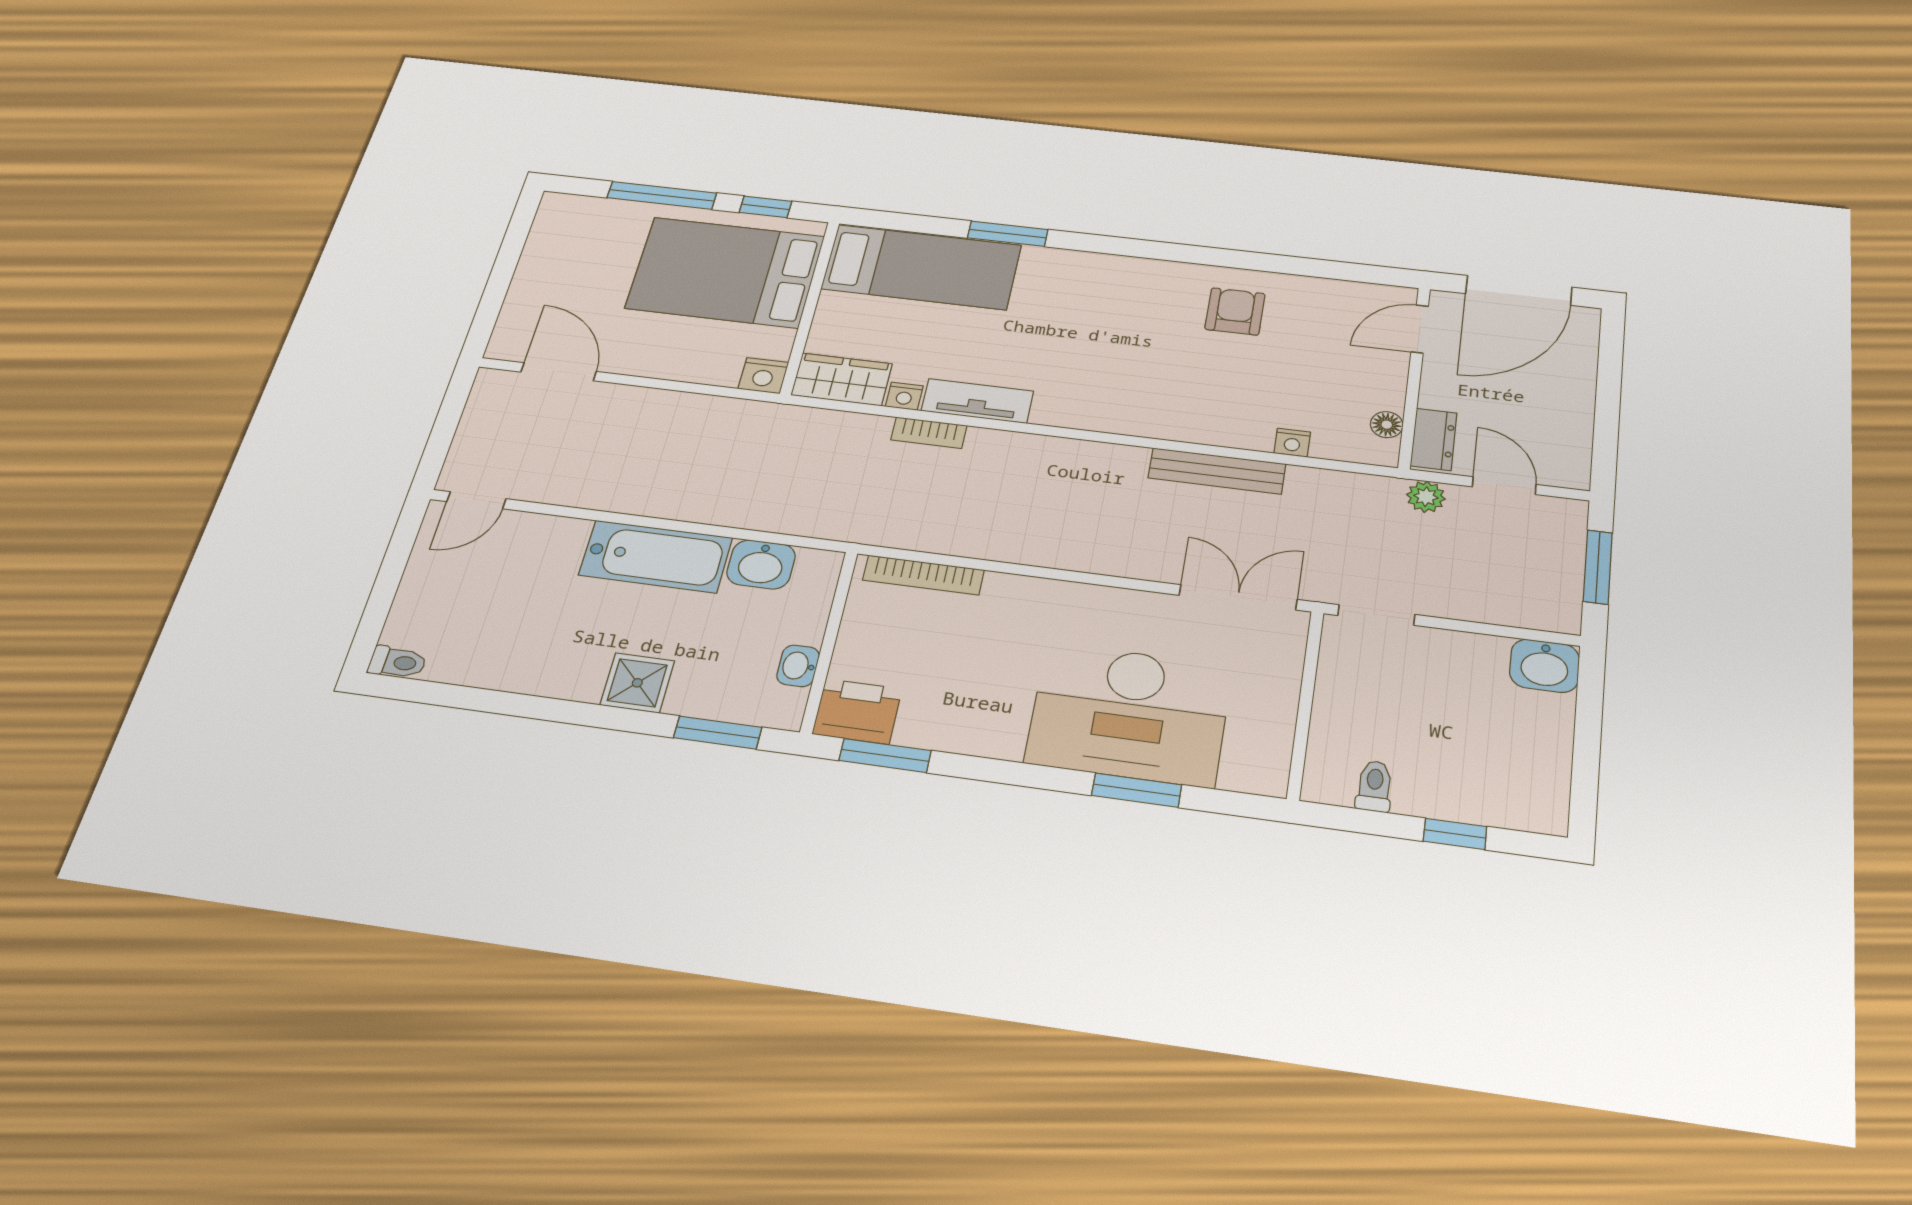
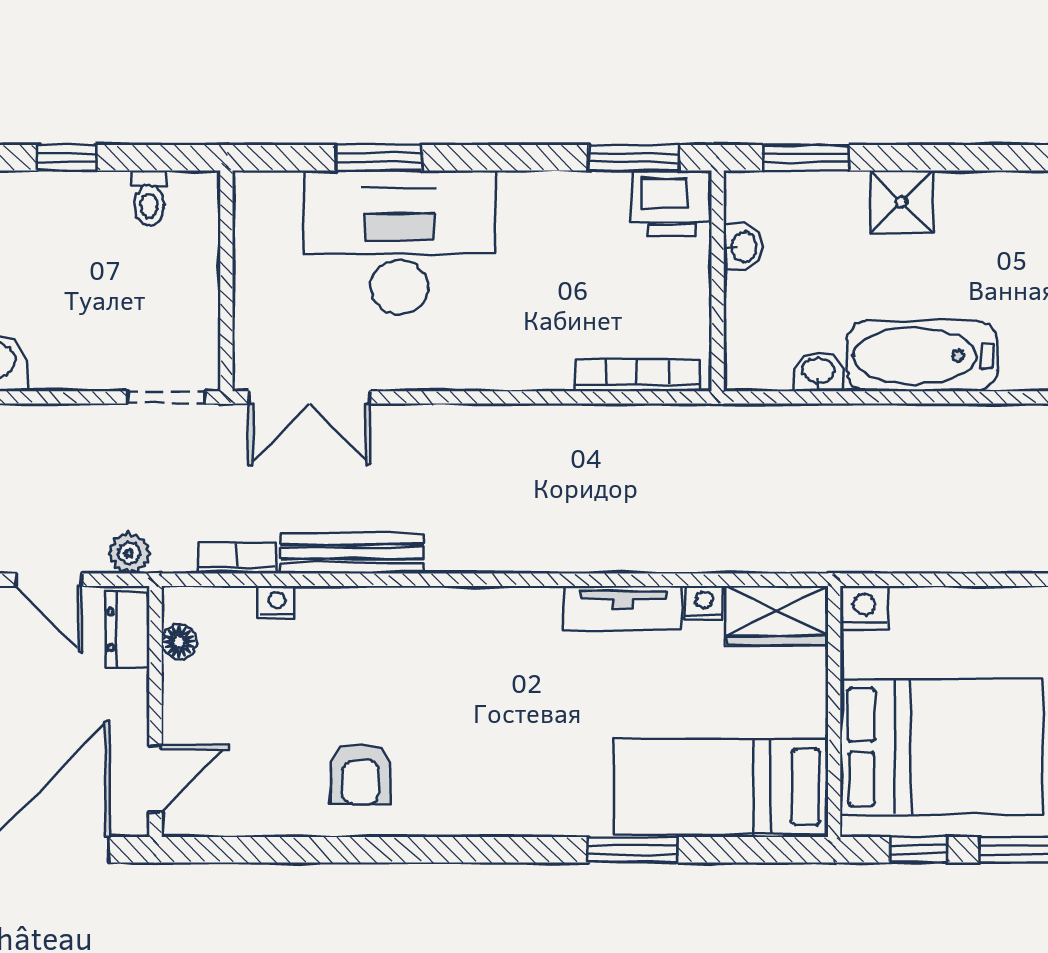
bookcase: (929, 433) -> (237, 558), moved
washbasin: (761, 564) -> (819, 372), width x0.72, depth x0.69

